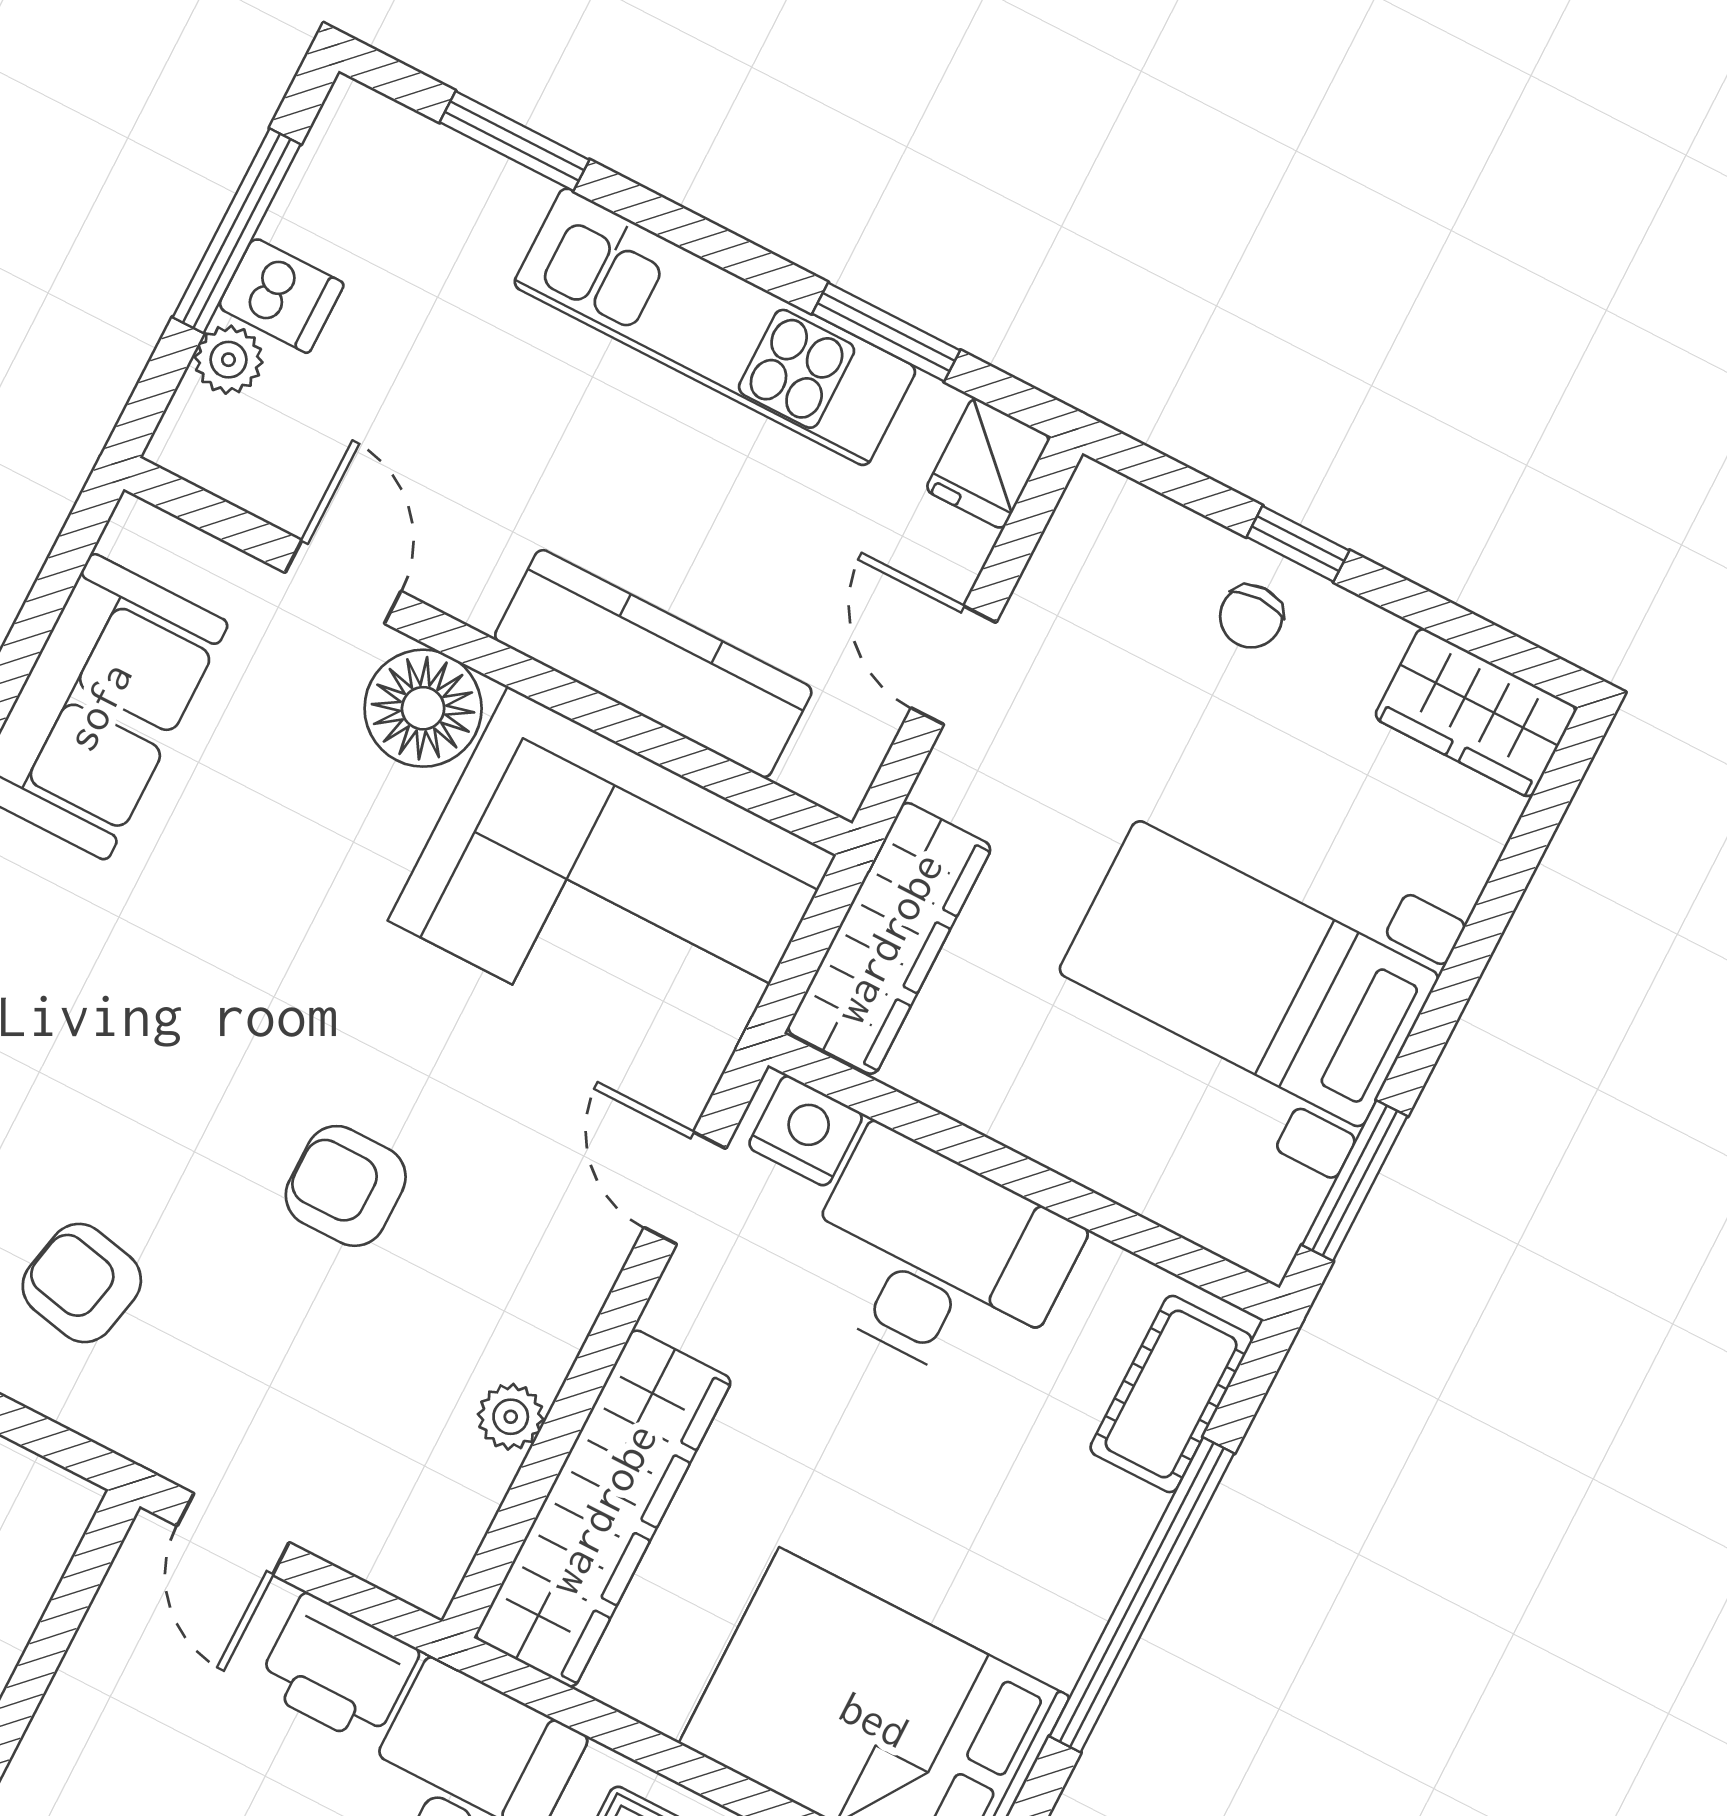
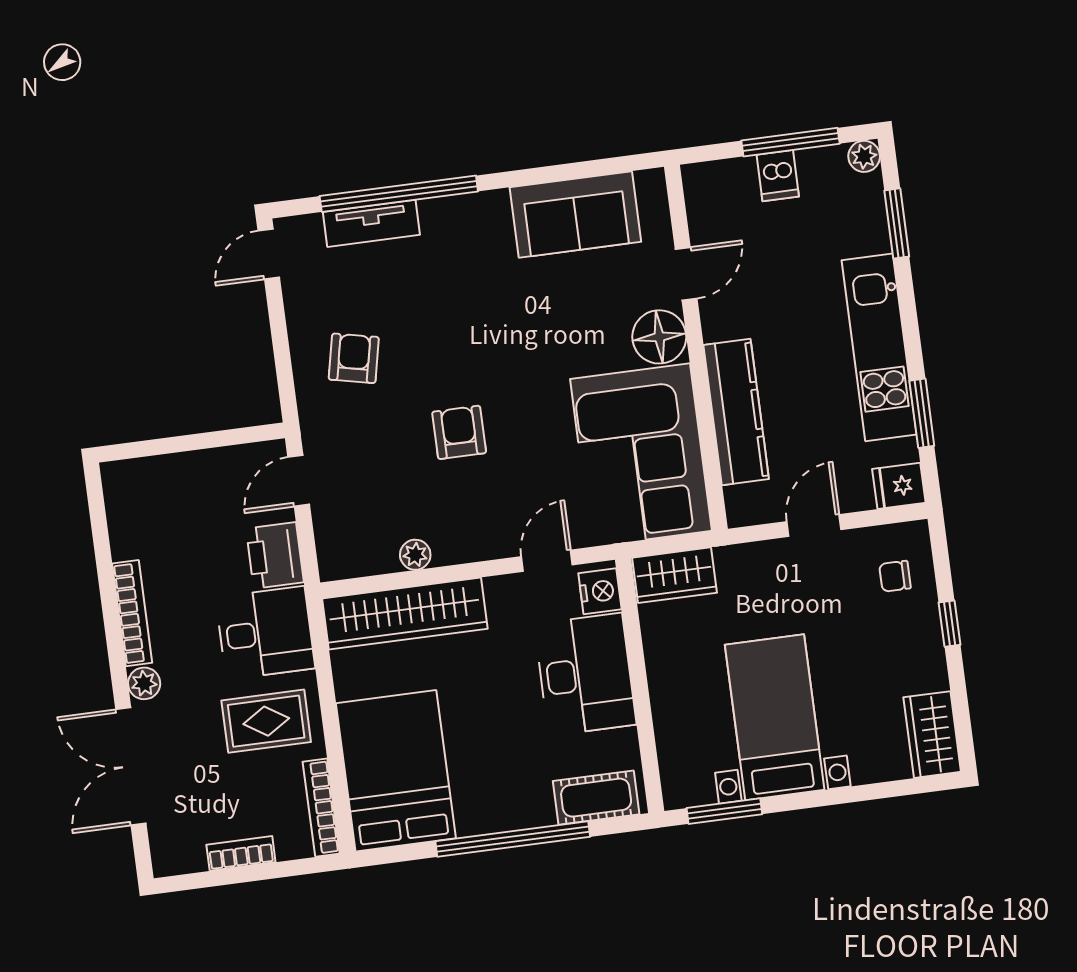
plant: (228, 360) -> (864, 156), moved
chair: (1251, 616) -> (895, 576), moved
wardrobe: (889, 938) -> (675, 575), width x0.67

